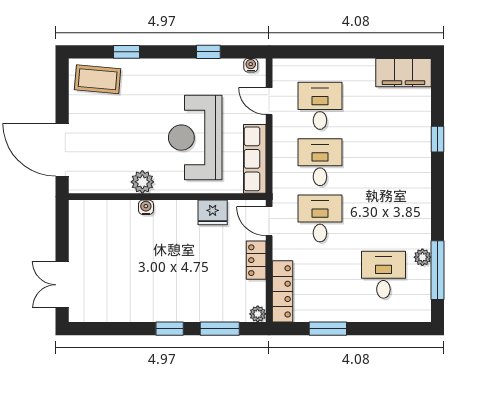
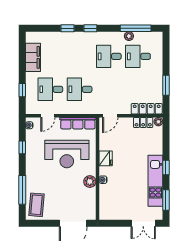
window: (126, 52) -> (22, 190), width x2.17
window: (318, 52) -> (22, 90), added
filing cabinet: (404, 73) -> (33, 57), moved
window: (438, 183) -> (90, 28), added
fridge: (213, 212) -> (106, 158), moved
desk: (320, 218) -> (109, 56), moved
locker: (256, 260) -> (143, 122), moved
kitchen unit: (144, 308) -> (155, 181), added
window: (220, 329) -> (166, 200), moved

